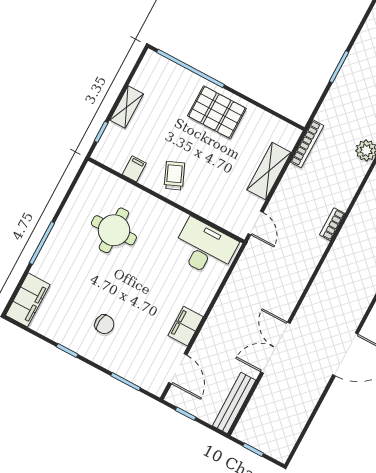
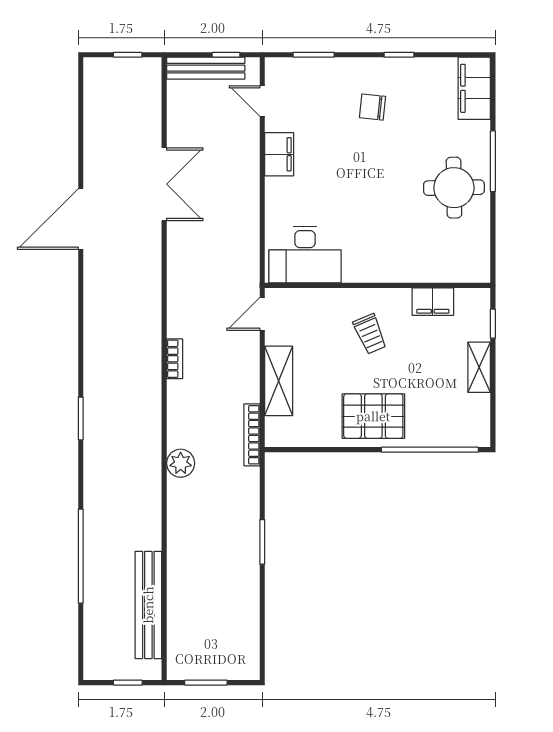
filing cabinet: (134, 169) -> (433, 302), width x2.00
trolley: (174, 176) -> (370, 334), moved
door: (256, 223) -> (262, 314), hinge flipped
round table: (114, 230) -> (454, 188), moved
door: (178, 369) -> (262, 101), width x0.73
bench: (234, 403) -> (206, 68), moved, turned 90

